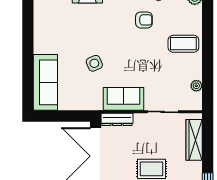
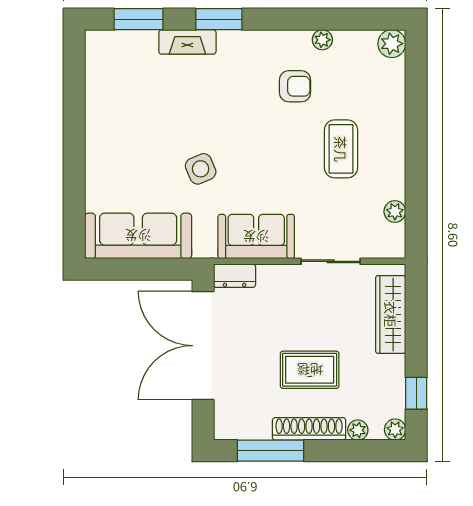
coffee table: (183, 44) -> (341, 149), moved, turned 90
sofa: (45, 82) -> (138, 236), moved, turned -90
dresser: (117, 119) -> (235, 276), width x0.70

